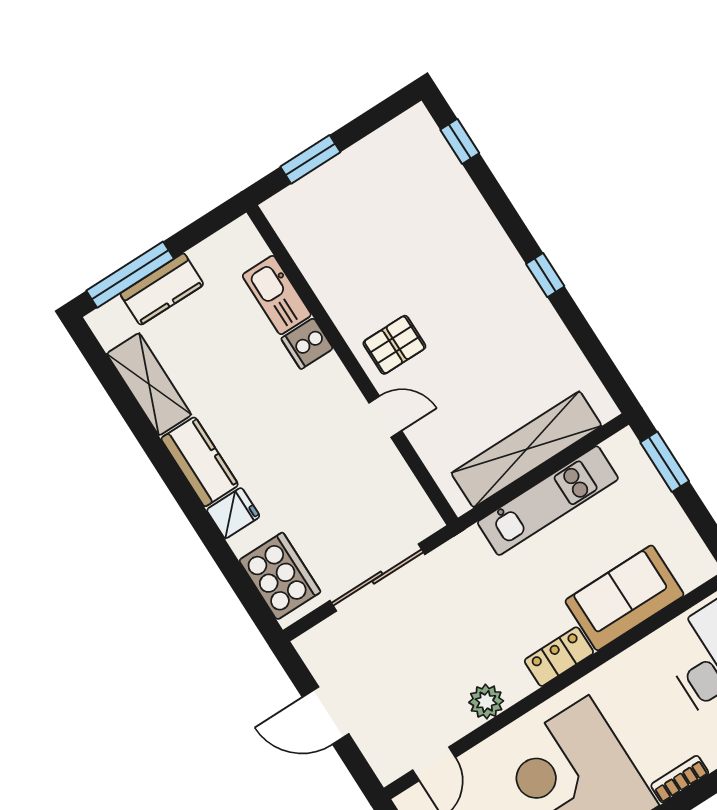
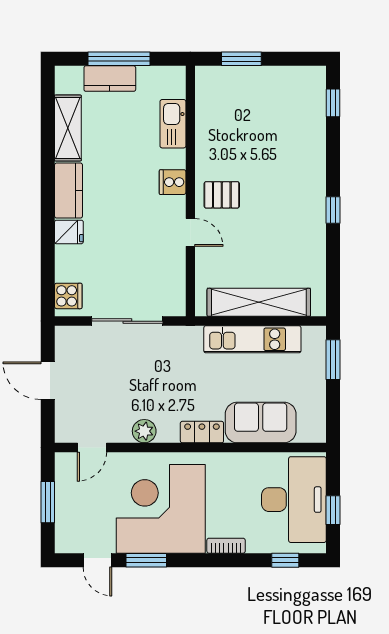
window: (130, 275) -> (119, 59), moved
cooker: (307, 344) -> (173, 182), moved
cooker: (280, 576) -> (68, 296), width x0.53, depth x0.76

